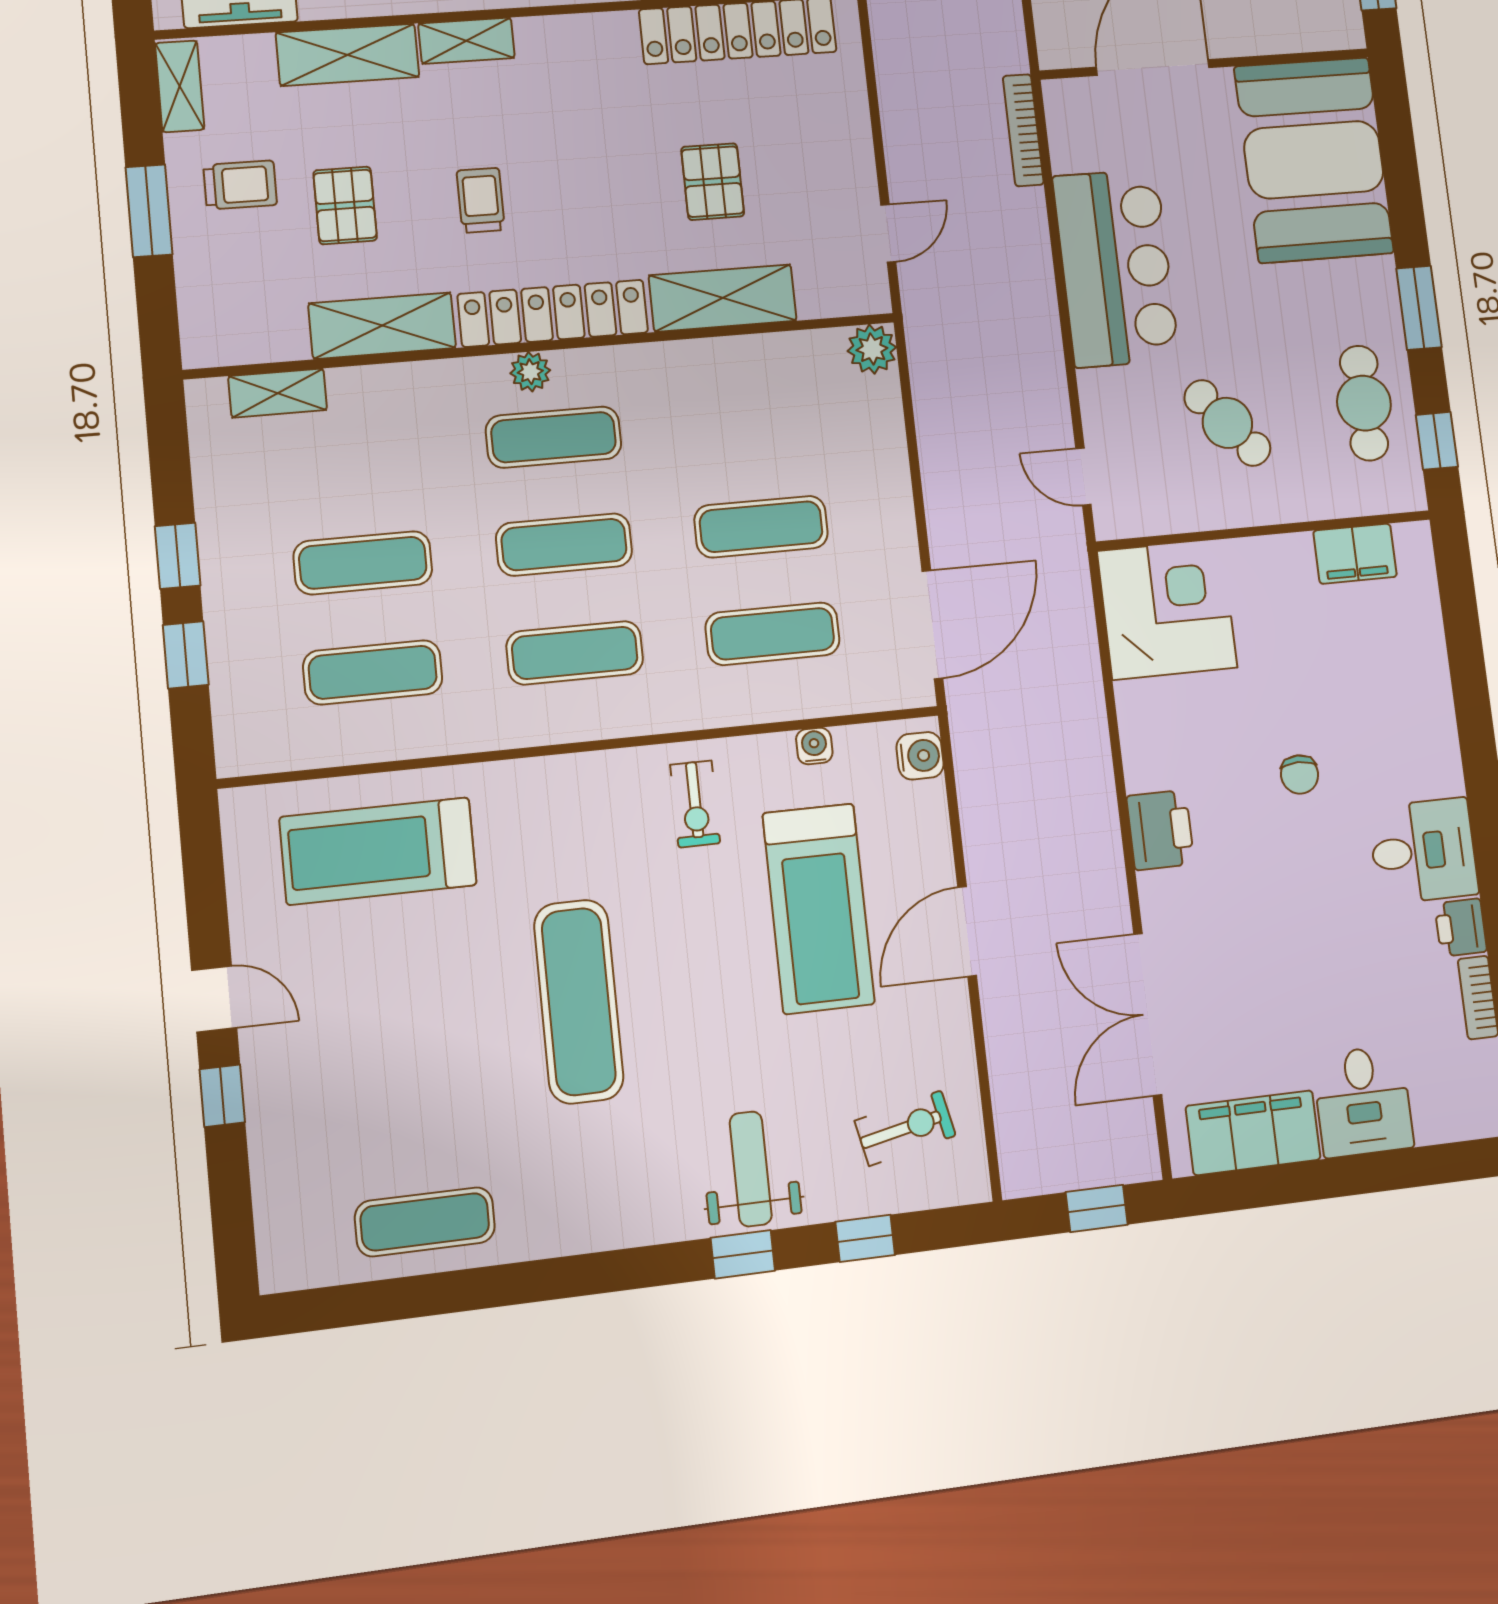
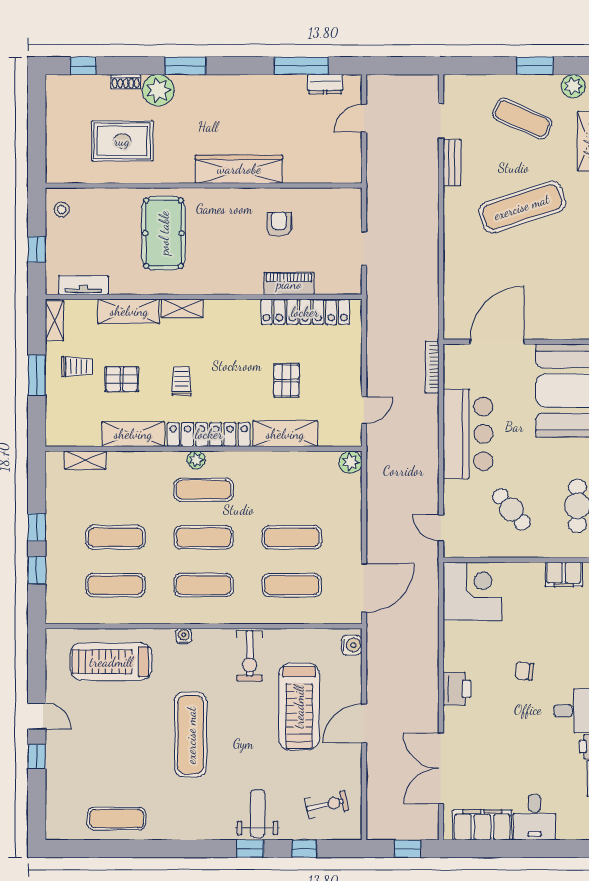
pallet: (345, 205) -> (122, 379), turned 90
water cooler: (814, 746) -> (184, 636), moved
chair: (1300, 774) -> (524, 671), turned 97
exercise bike: (695, 804) -> (250, 656), width x1.38, depth x1.39

